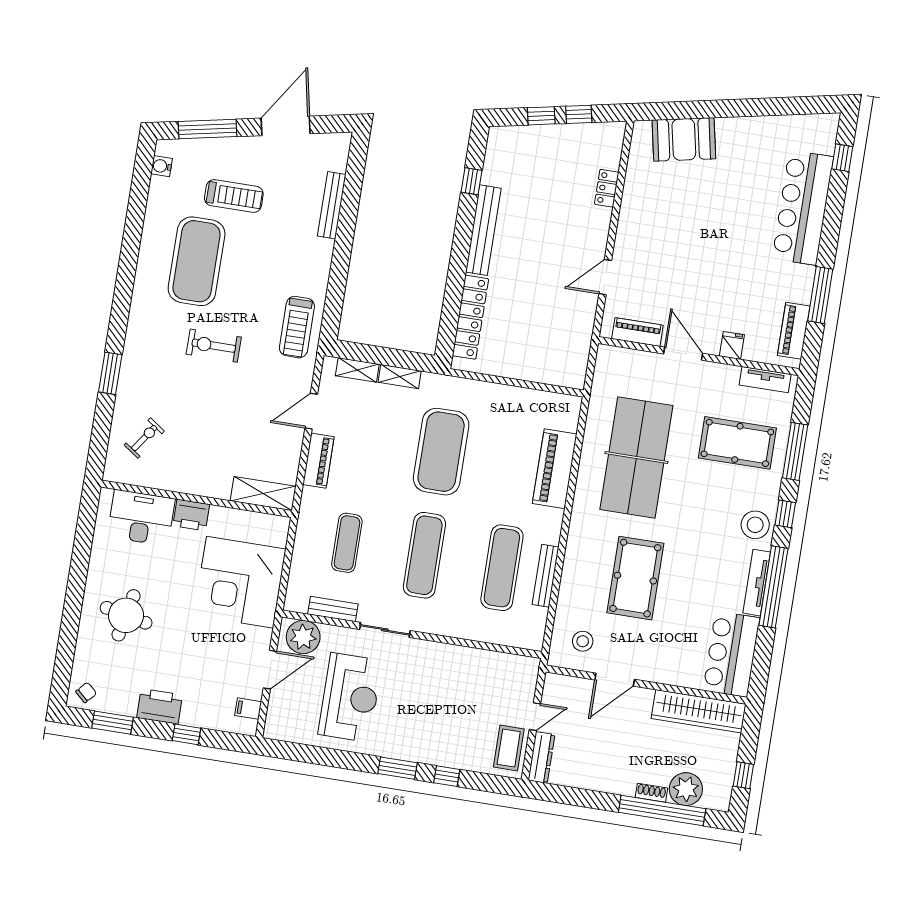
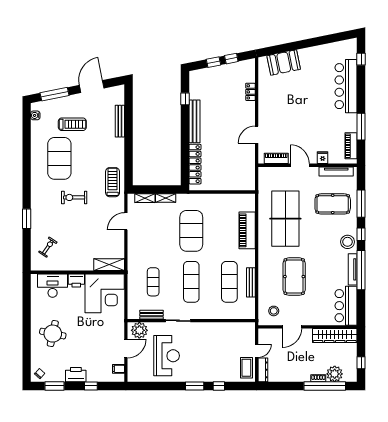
treadmill: (297, 327) -> (113, 182), turned 180
tv unit: (765, 380) -> (336, 171), width x1.41
piano: (318, 461) -> (133, 245), removed
corner desk: (240, 582) -> (105, 293), moved, turned -90

